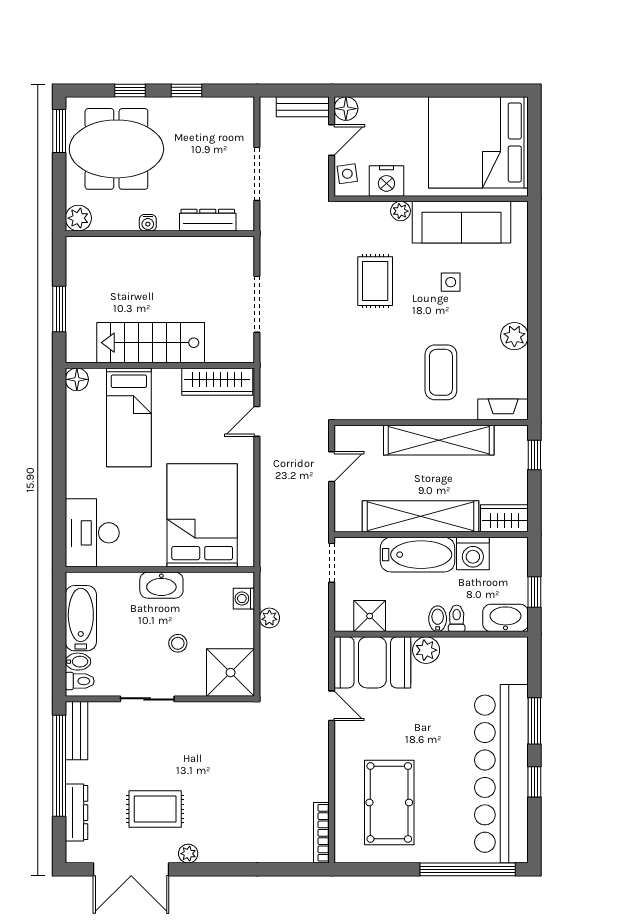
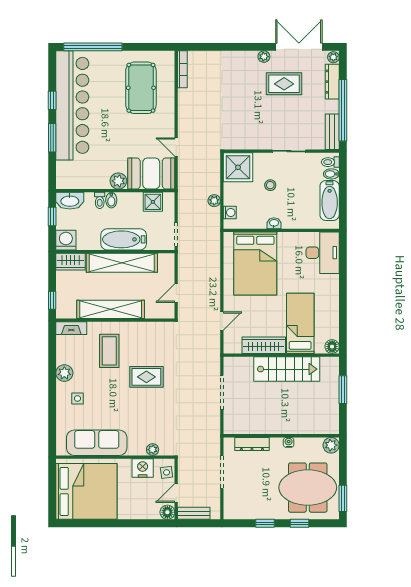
plant: (400, 211) -> (153, 450), moved
rug: (375, 281) -> (146, 377), moved, turned 90
side table: (451, 282) -> (77, 398), moved
wardrobe: (217, 382) -> (264, 345), moved
washing machine: (473, 553) -> (66, 240), moved
washbasin: (161, 585) -> (274, 223), width x0.52, depth x0.69
plant: (75, 852) -> (333, 57), added

